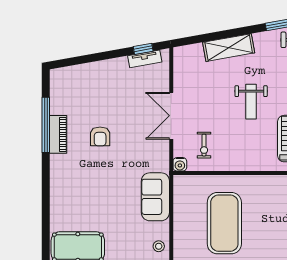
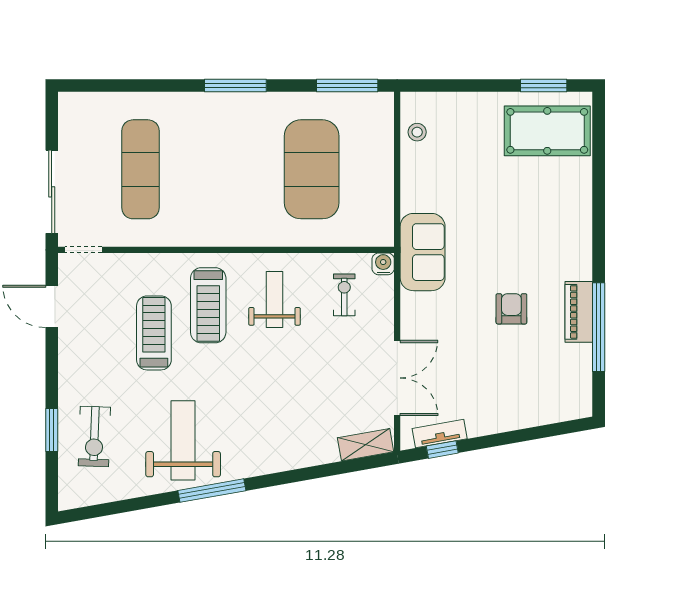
shelving: (229, 48) -> (366, 445), moved, width x0.67, depth x0.75
weight bench: (251, 102) -> (275, 300), moved
double door: (171, 116) -> (397, 378), moved
sofa: (155, 197) -> (423, 252), moved

